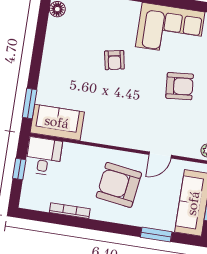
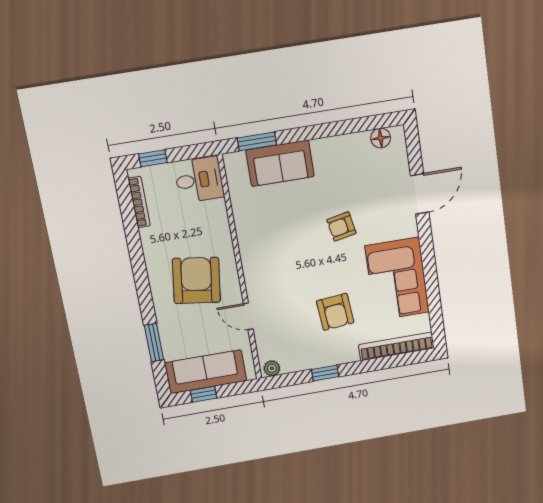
sofa: (57, 122) -> (280, 163), moved, turned 90
window: (19, 169) -> (153, 158), moved
bookcase: (70, 211) -> (139, 202), moved

